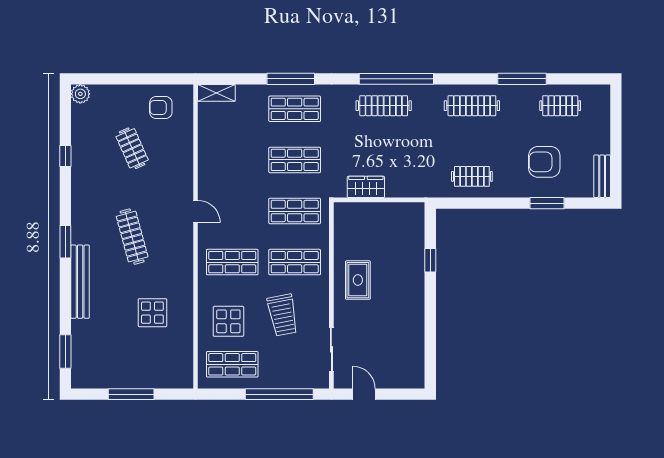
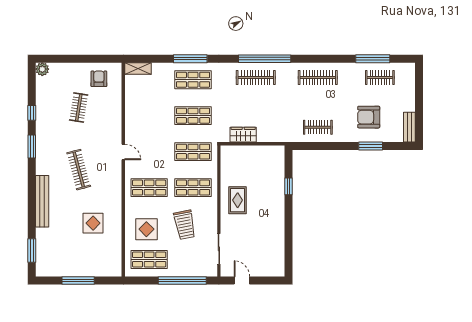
window: (522, 79) -> (373, 59), moved
armchair: (161, 108) -> (99, 79), turned 90
clothes rail: (132, 148) -> (79, 107), turned 33
window: (65, 242) -> (32, 146), moved

